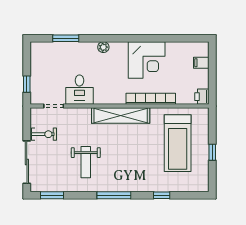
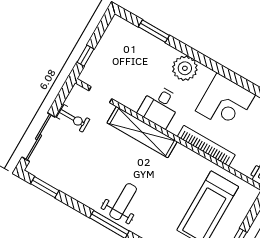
plant: (103, 47) -> (185, 68), width x1.88, depth x1.88
desk: (79, 90) -> (160, 106), moved
shelving: (121, 116) -> (142, 132), moved
weight bench: (86, 162) -> (123, 202), moved, turned 180

